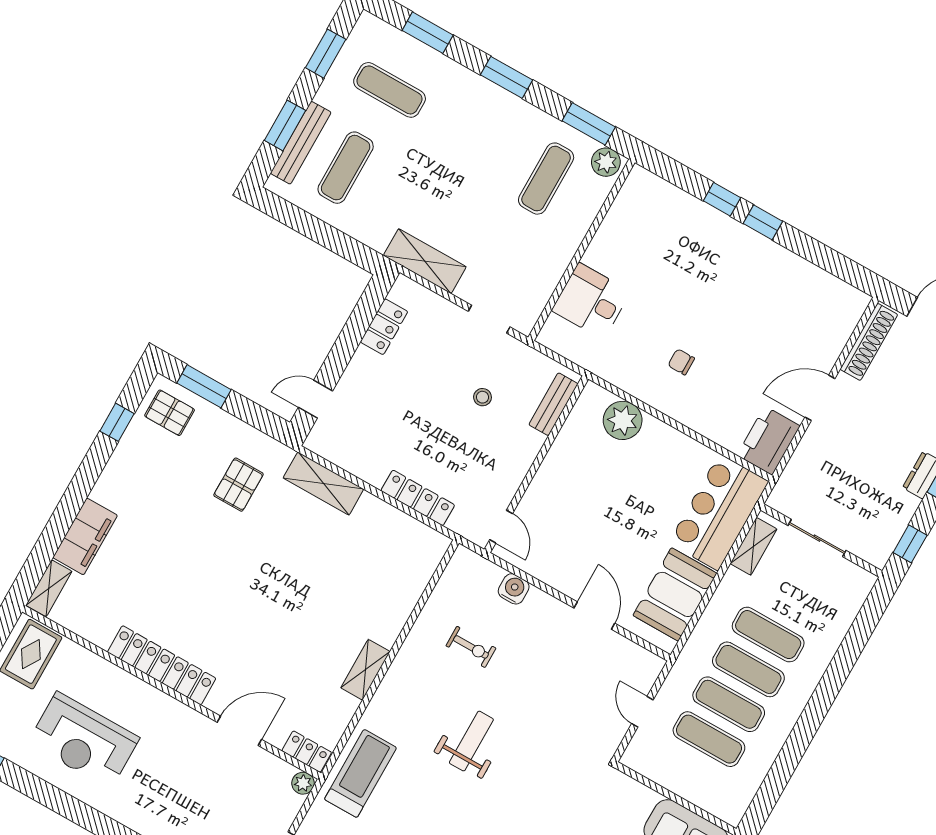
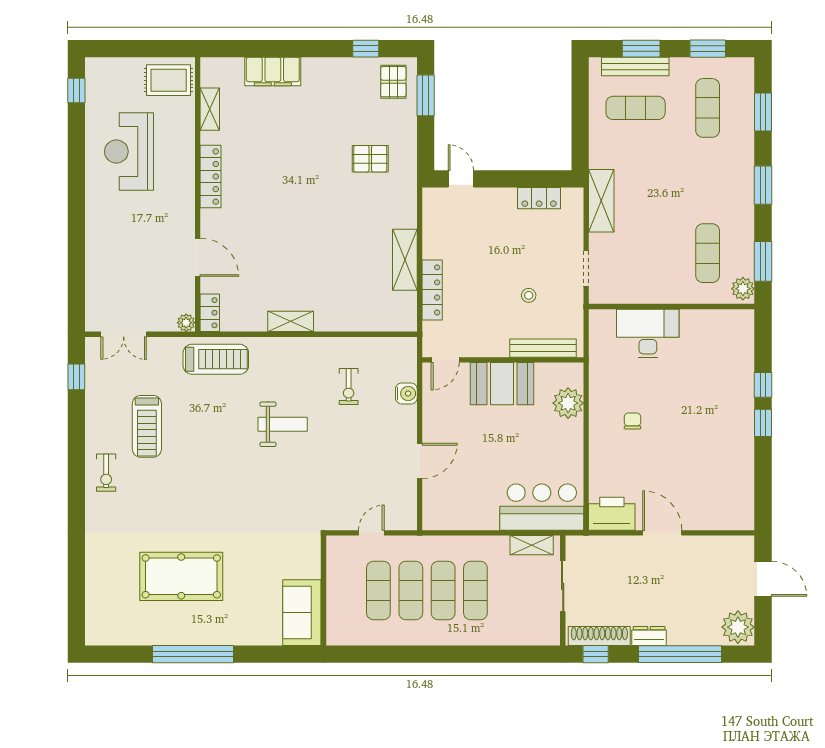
exercise mat: (546, 179) -> (708, 253), turned 90
desk: (591, 301) -> (648, 334), width x1.37
shoe rack: (869, 342) -> (599, 636), moved, turned 180
bench: (553, 404) -> (543, 348), width x1.36
shelving: (323, 483) -> (405, 260), moved
shelving: (49, 588) -> (210, 109), moved, turned 90
booth: (675, 594) -> (502, 384), moved
locker: (162, 665) -> (211, 177), width x0.71, depth x0.83

